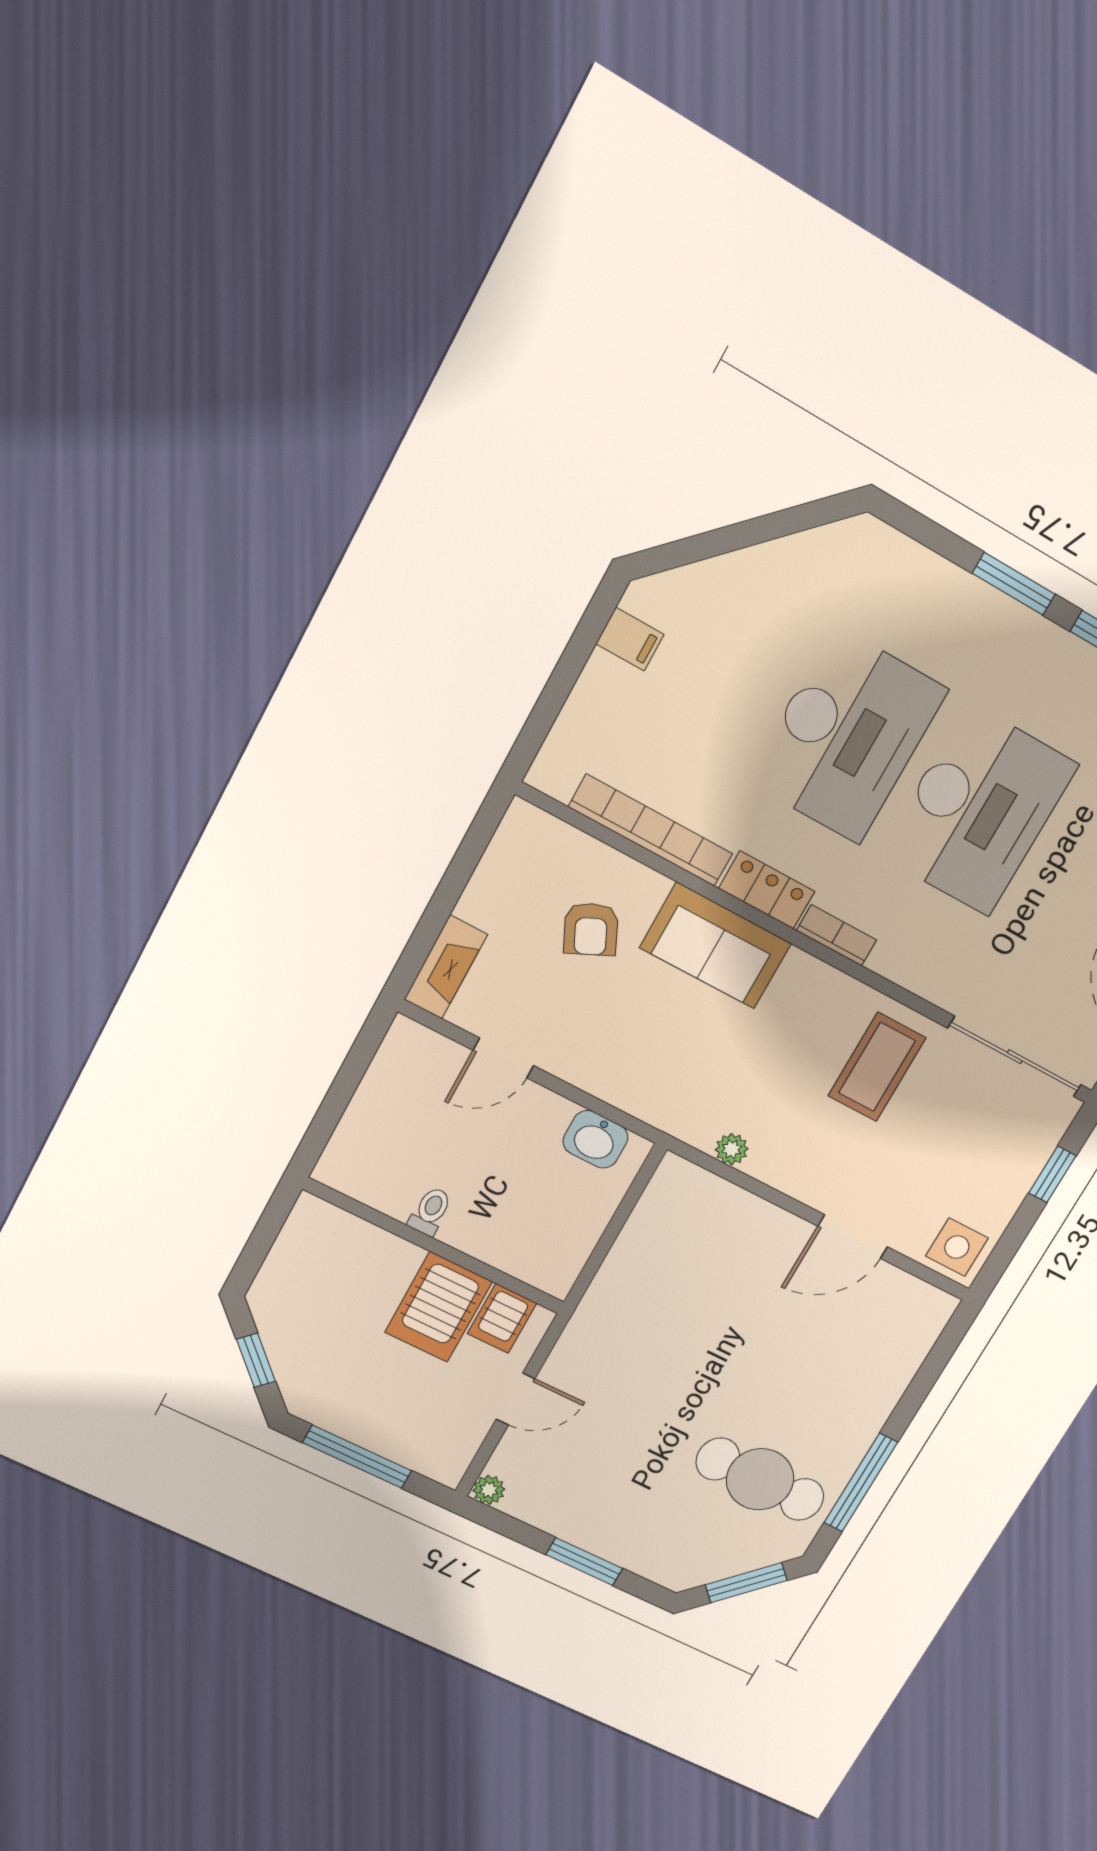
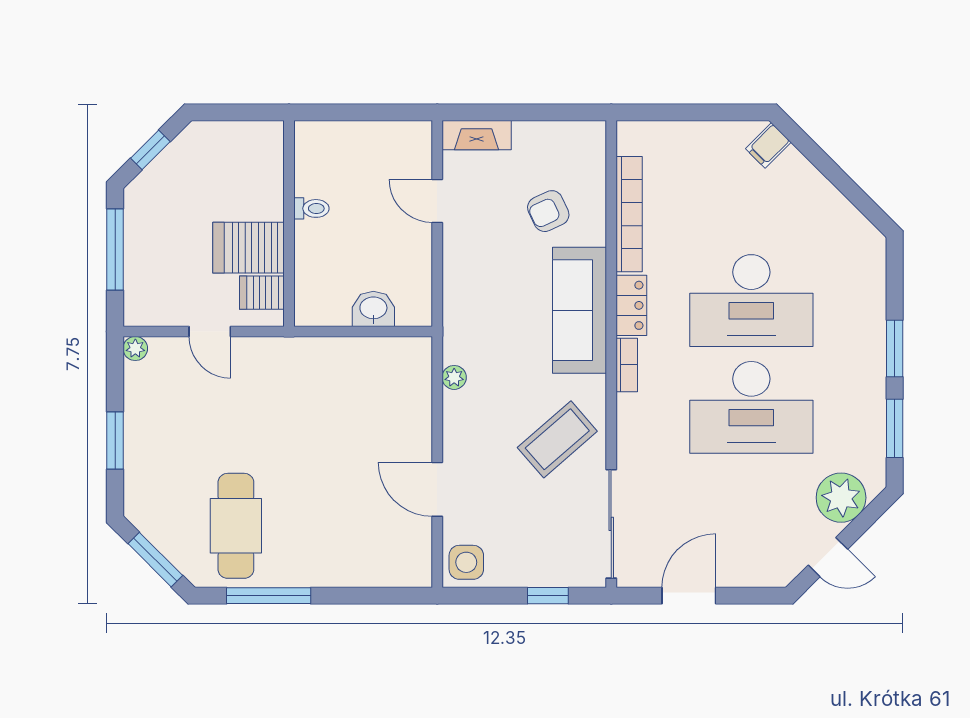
filing cabinet: (630, 639) -> (768, 145), moved, turned 45
sofa: (716, 946) -> (580, 310), width x1.36
coffee table: (877, 1067) -> (557, 439), turned -41
washbasin: (595, 1139) -> (373, 309), moved, turned 90

